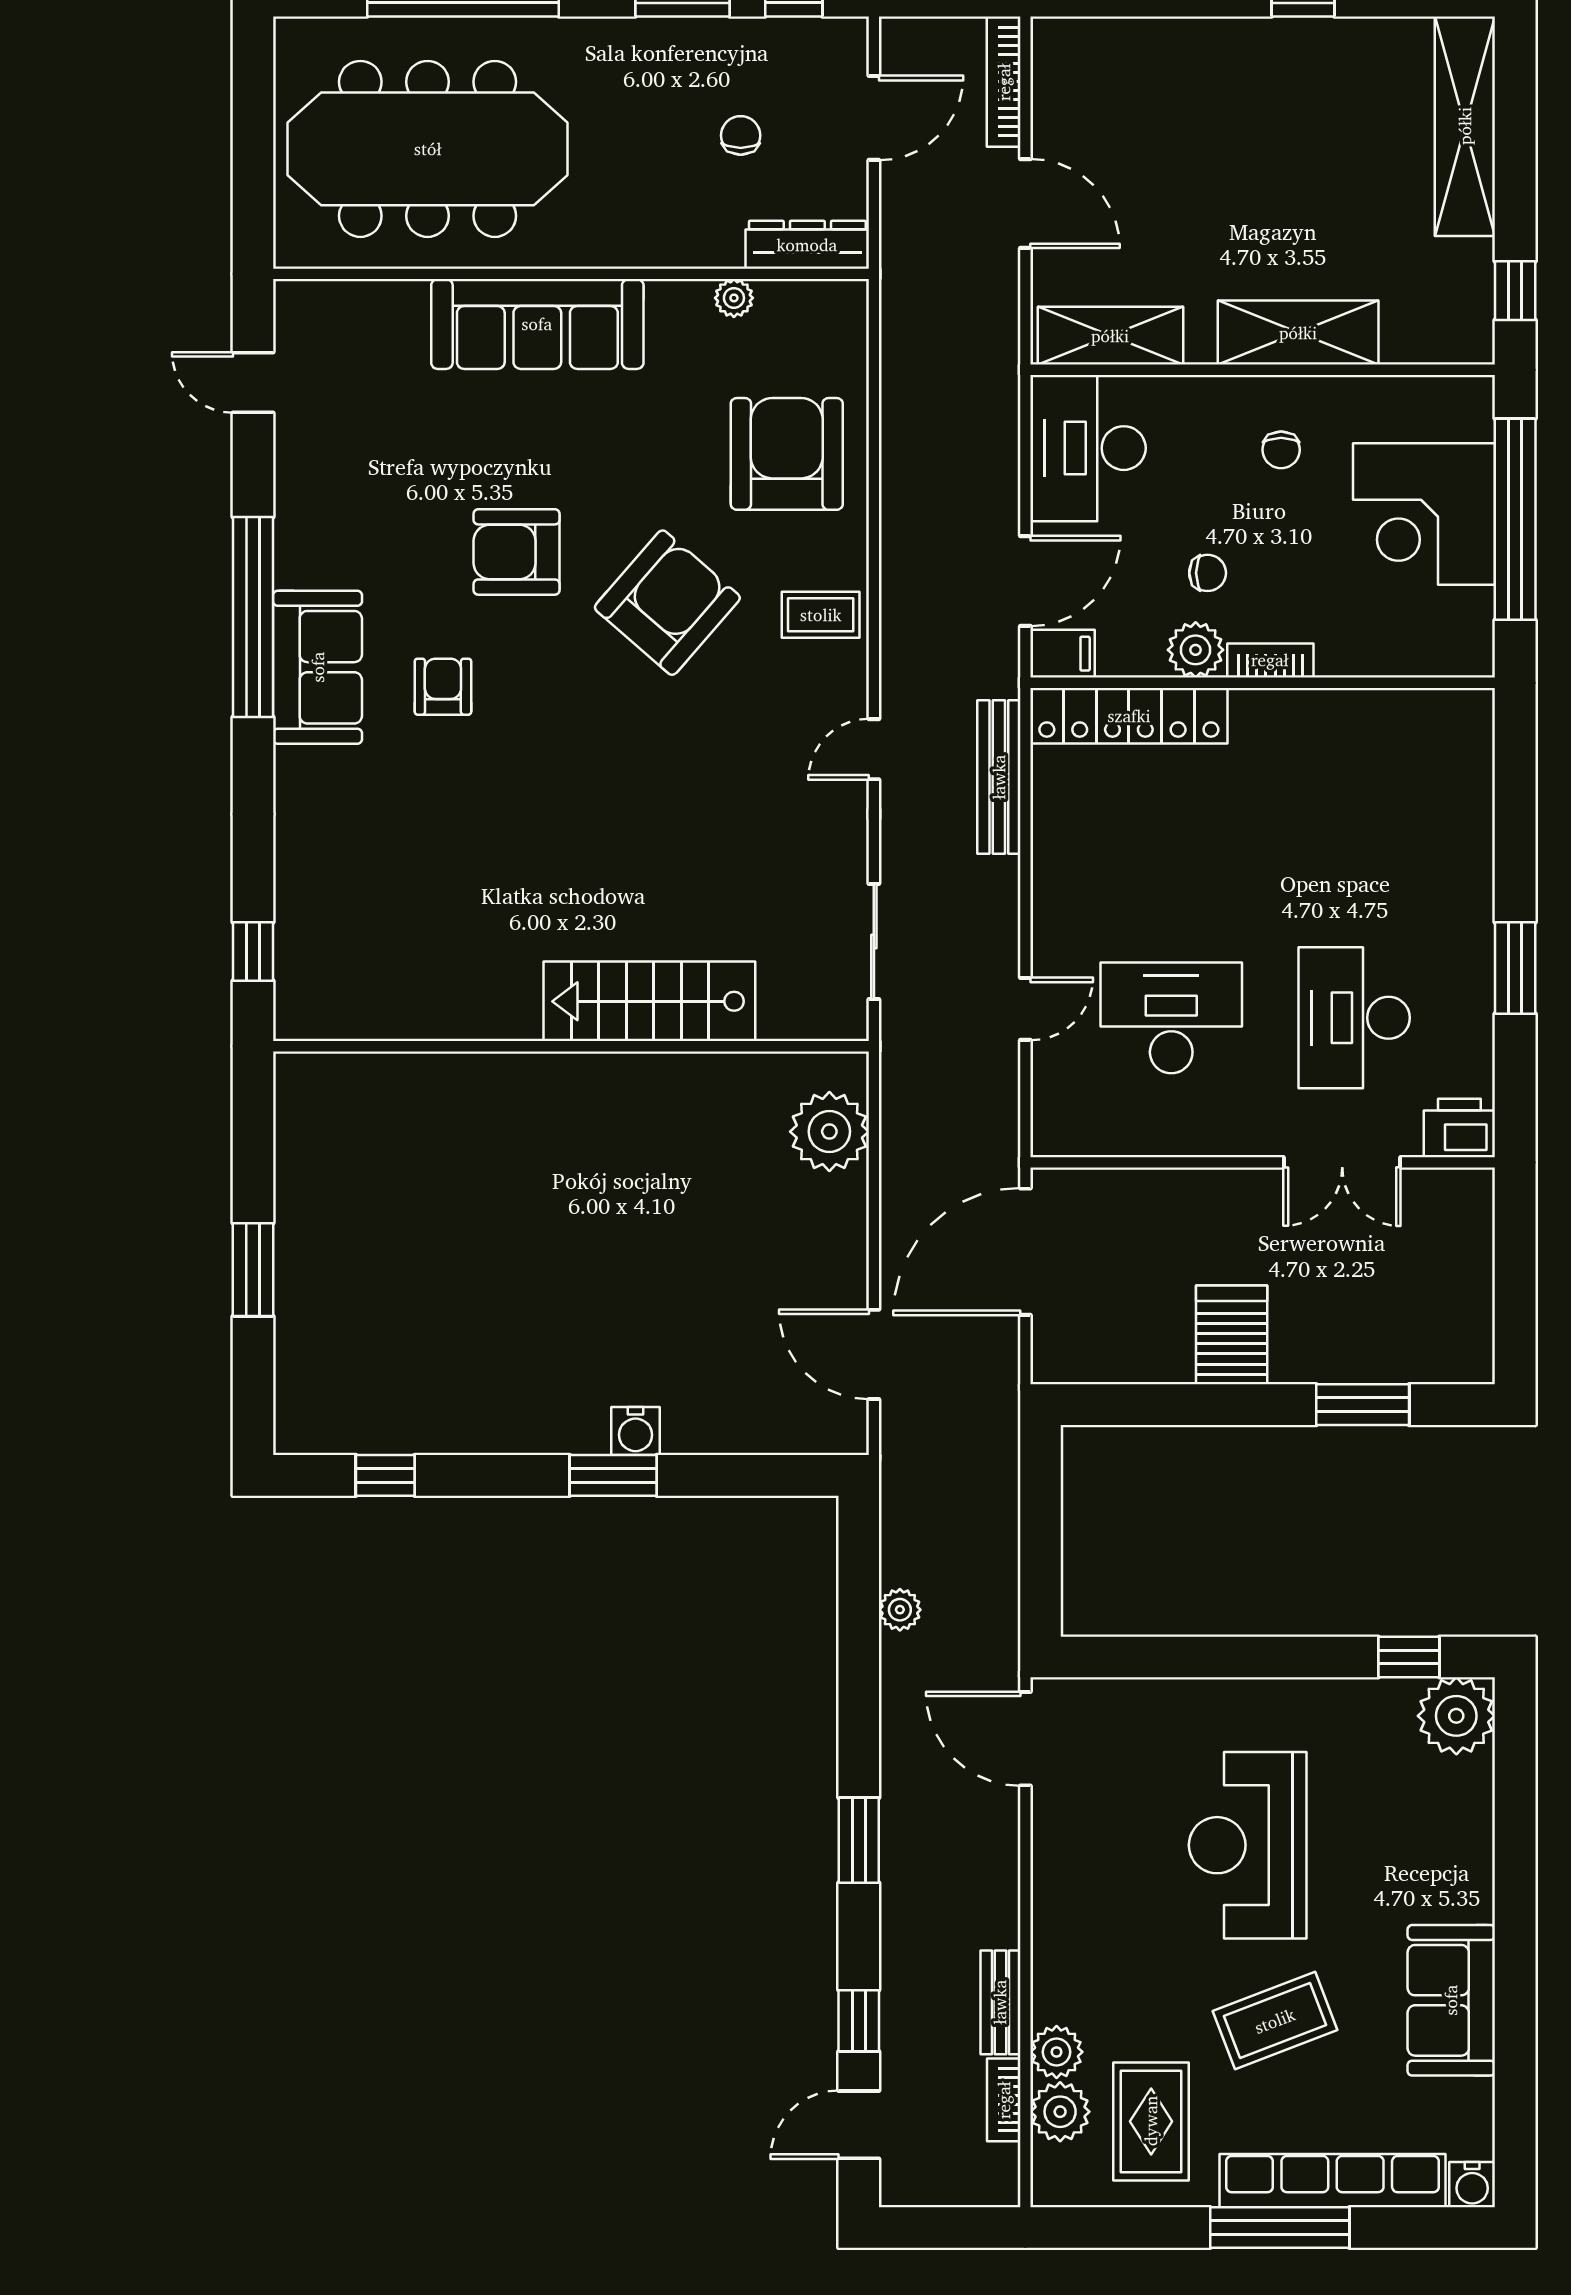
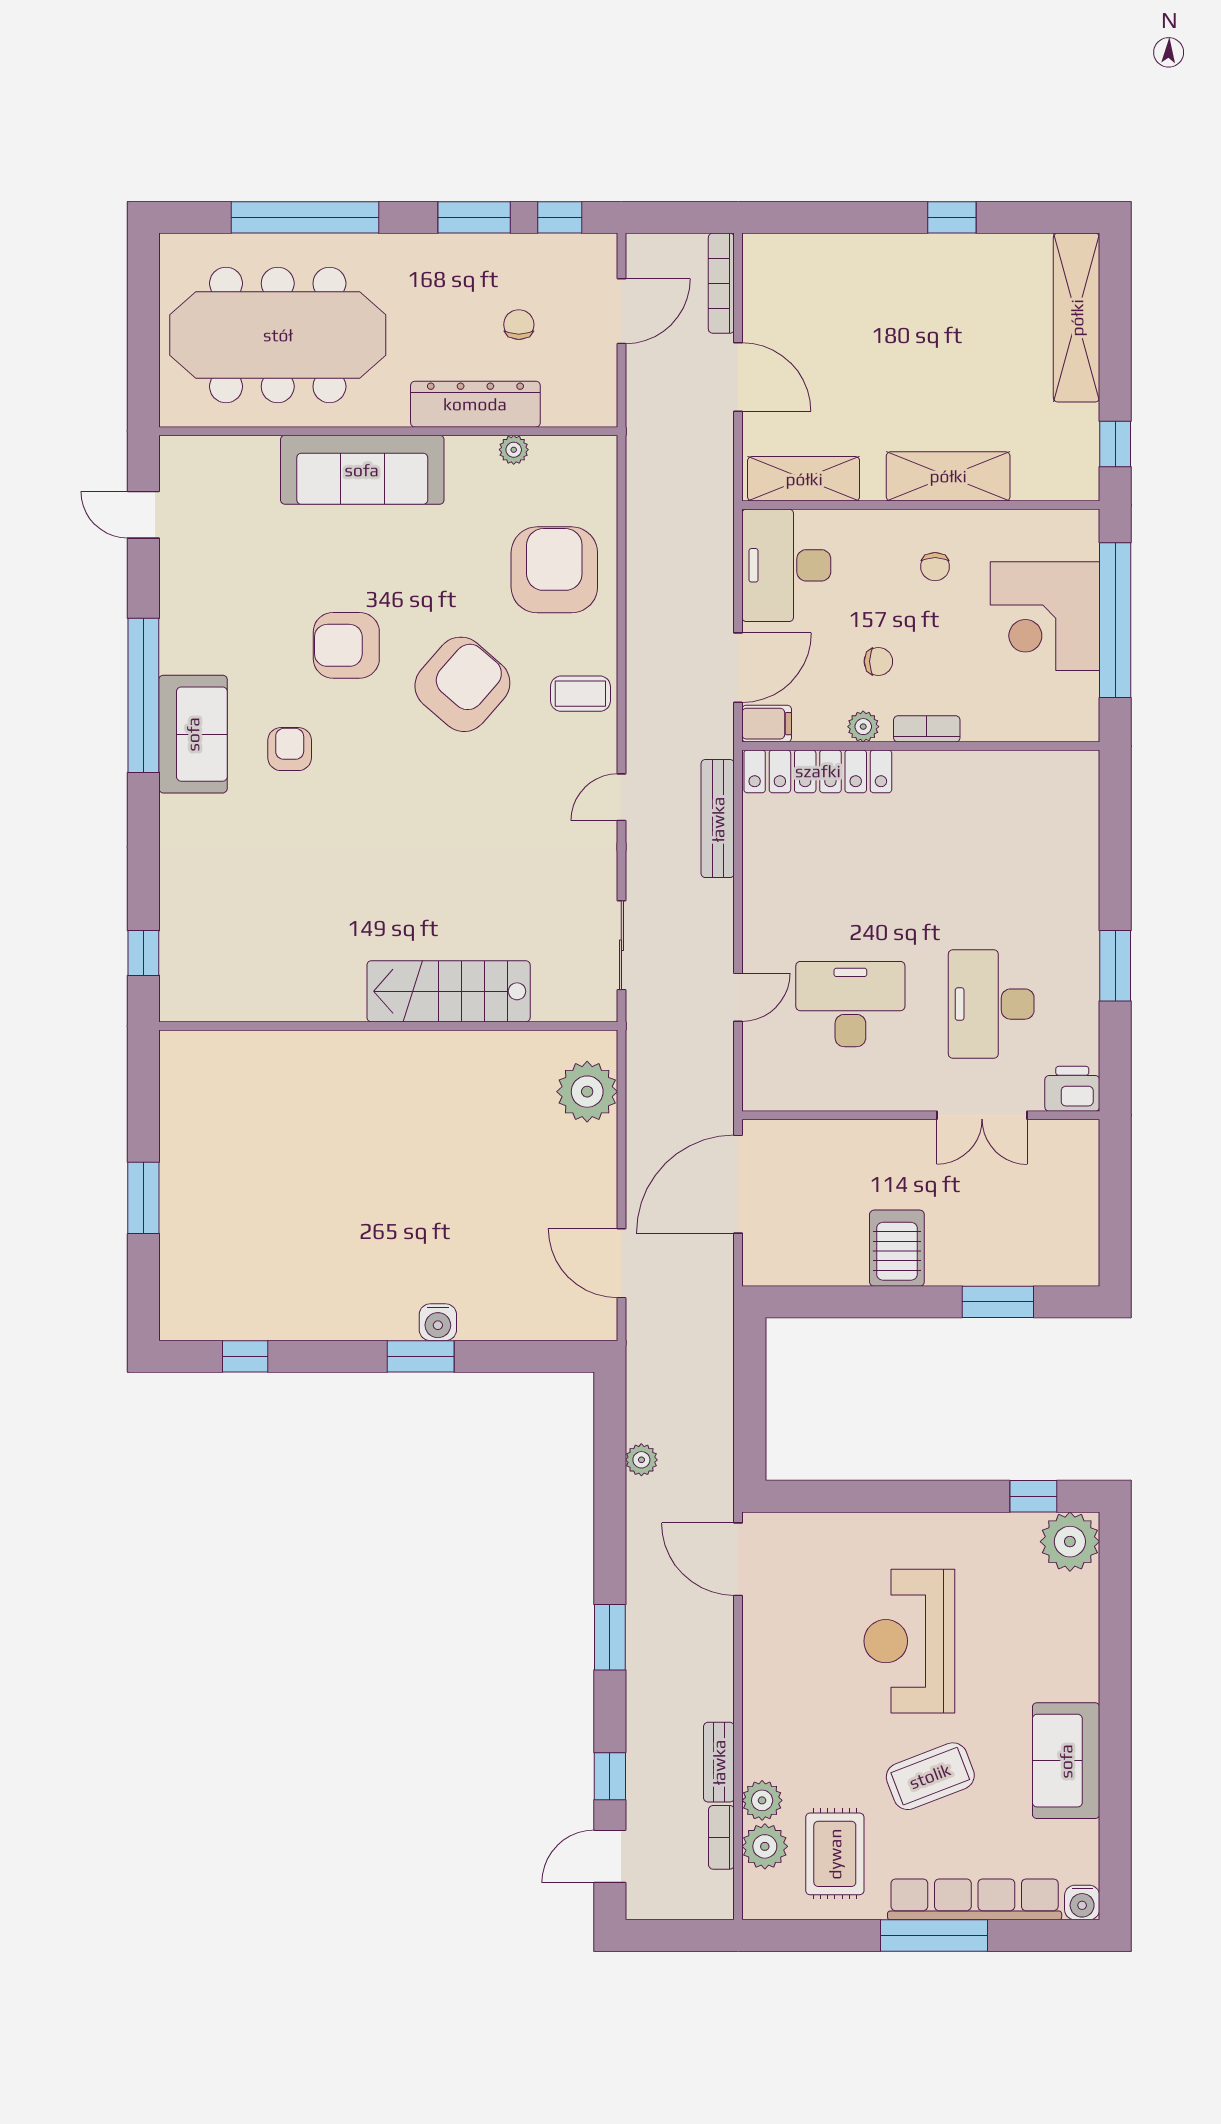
dresser: (807, 245) -> (475, 404), moved, width x1.37, depth x1.24
plant: (1196, 650) -> (863, 727), width x0.73, depth x0.73

